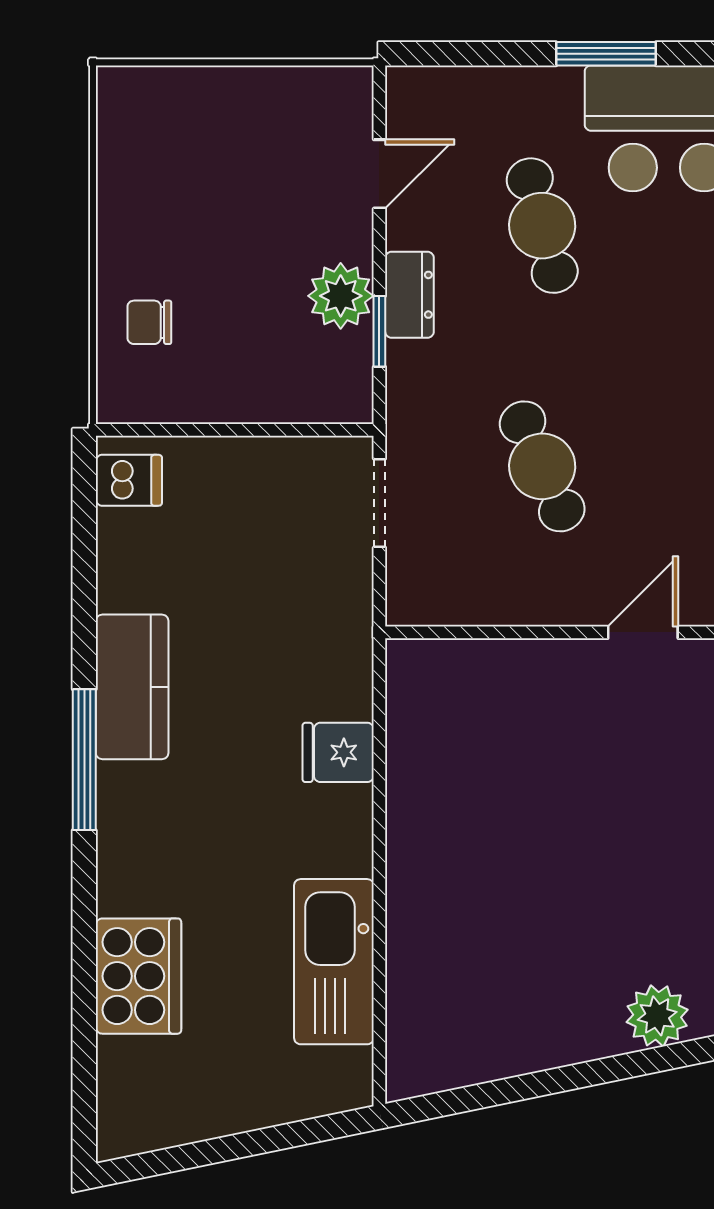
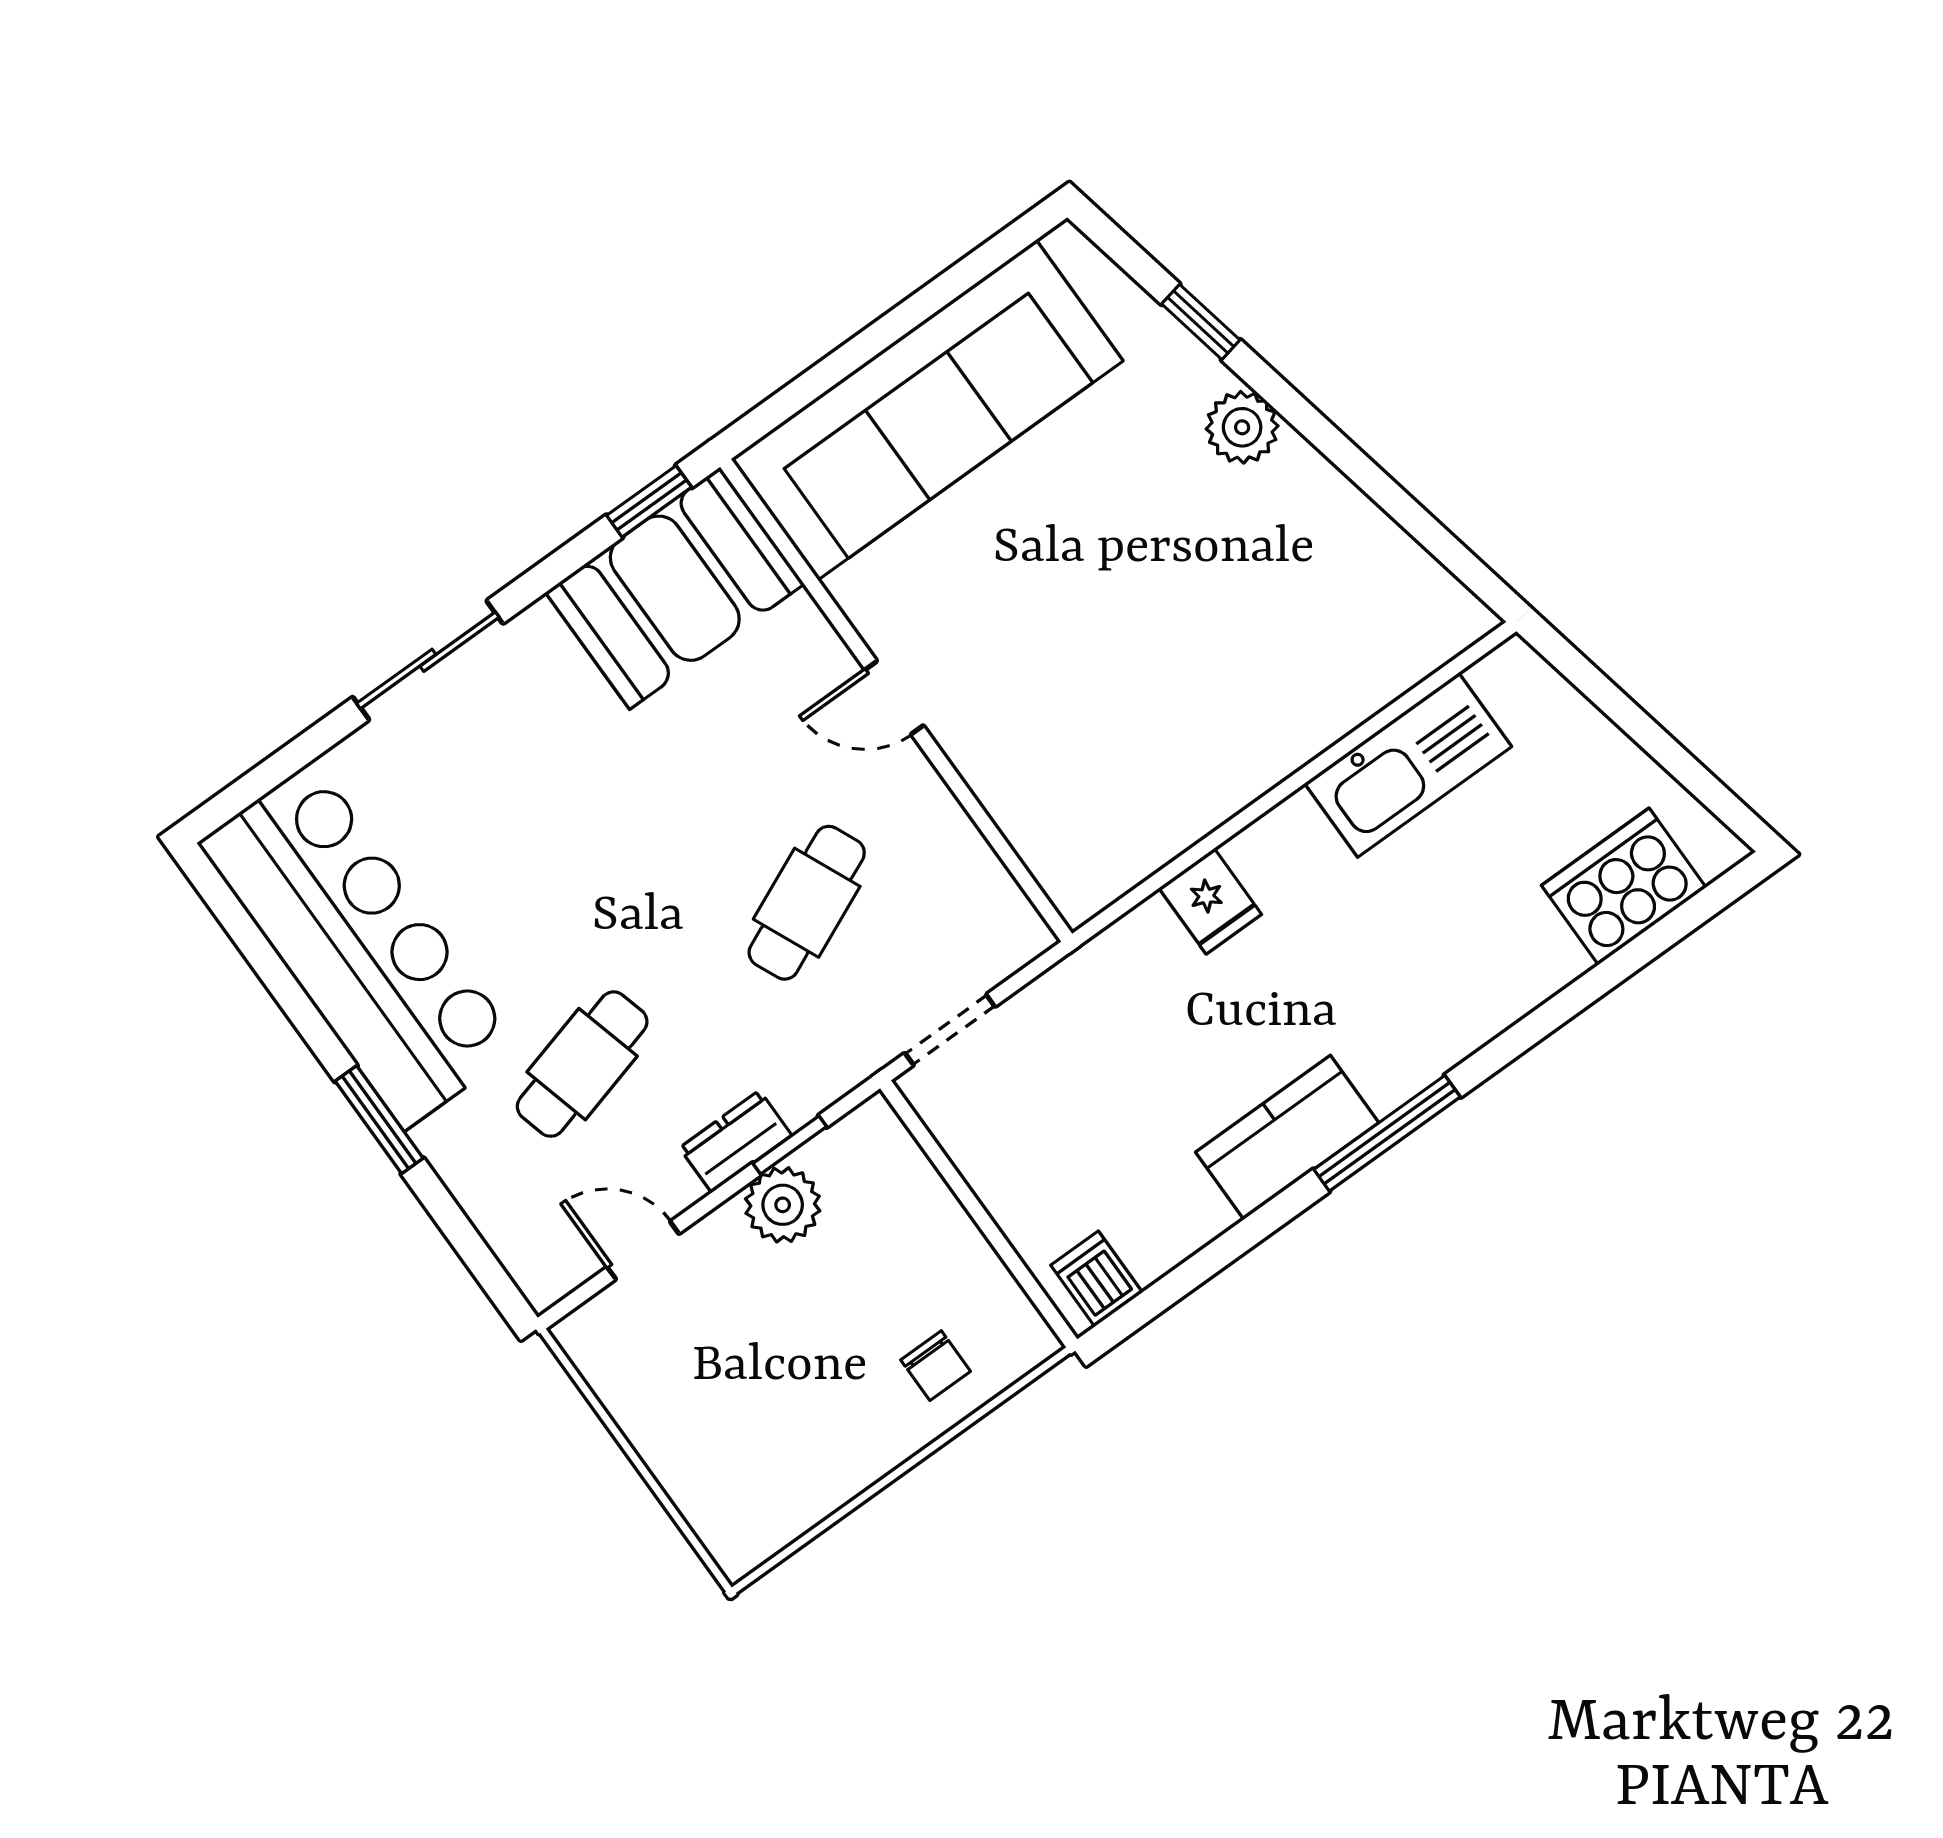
cooker: (138, 976) -> (1624, 886), moved

